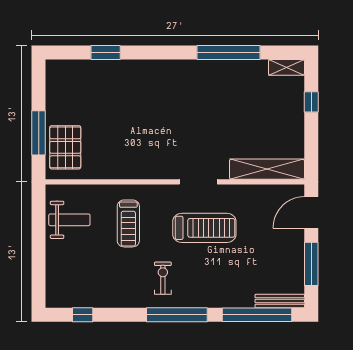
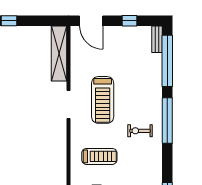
treadmill: (204, 228) -> (103, 100), turned 180
window: (311, 264) -> (129, 21), width x0.46
bench: (280, 301) -> (157, 39), width x0.73

